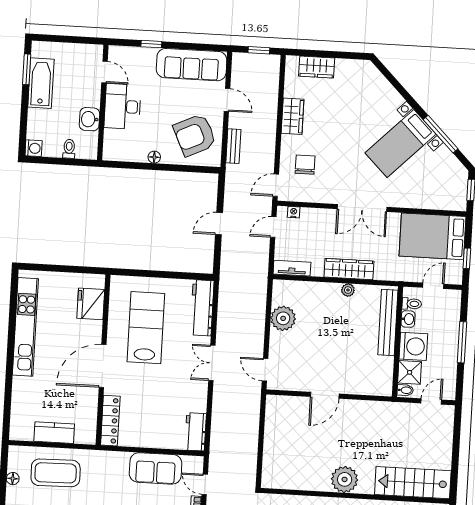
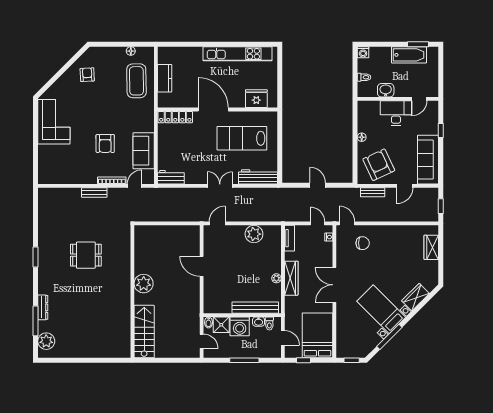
wardrobe: (293, 116) -> (416, 297), moved, turned 135
lab bench: (146, 328) -> (242, 138), turned 180

